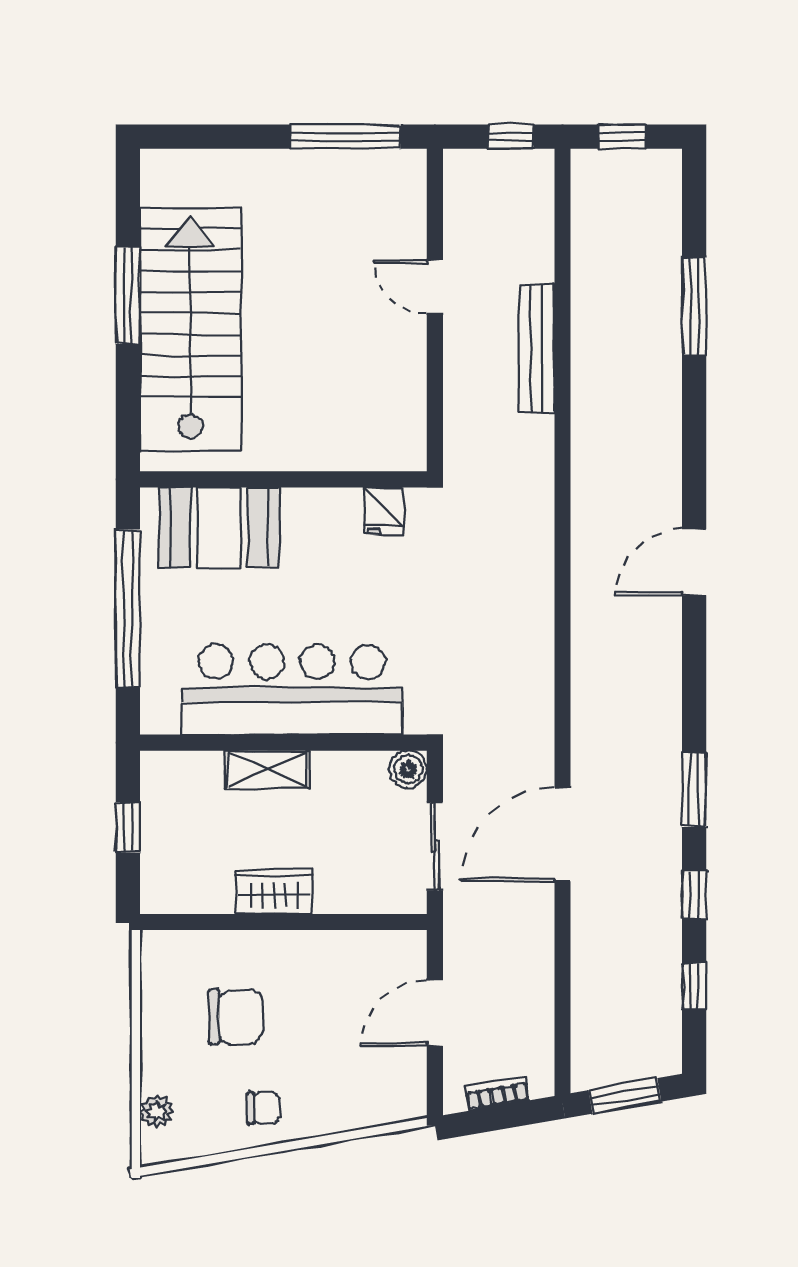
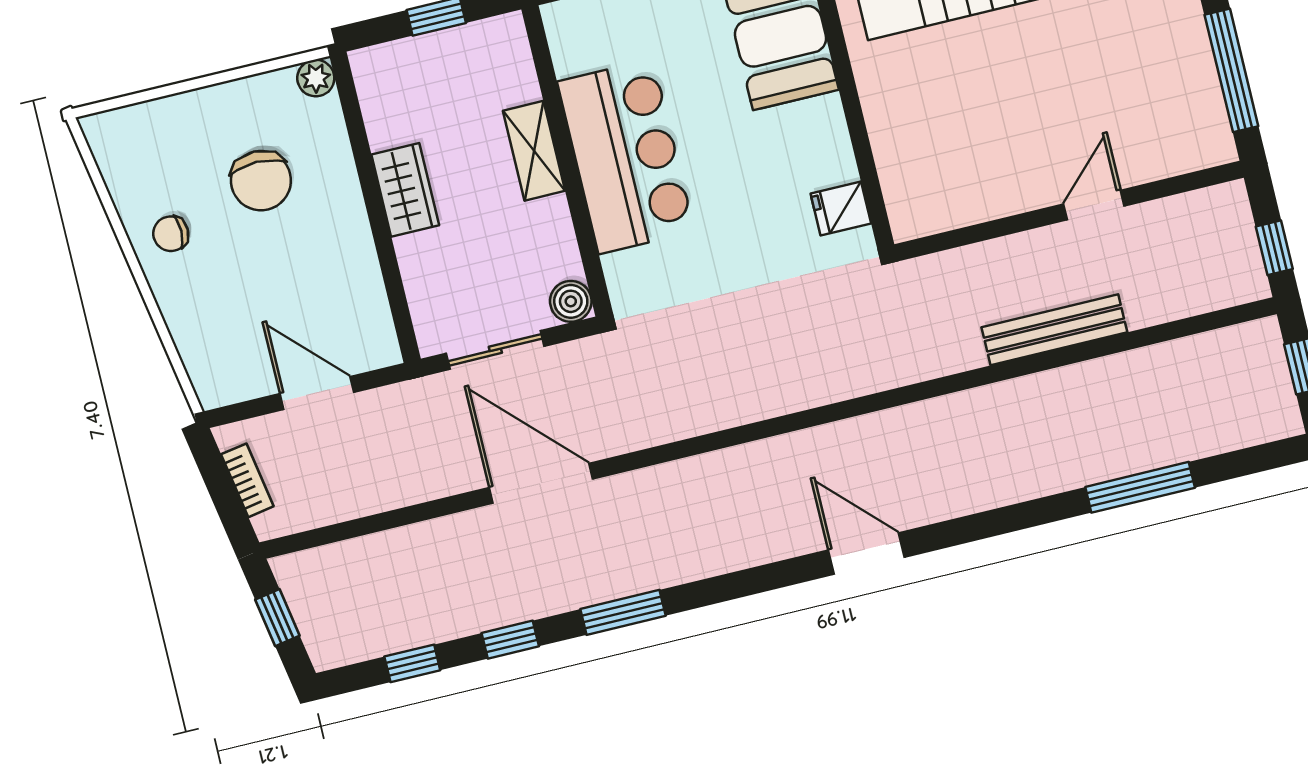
bar counter: (292, 690) -> (626, 156), width x0.73
window: (625, 1096) -> (277, 618), width x0.67
chair: (263, 1108) -> (171, 234), turned 90
plant: (157, 1111) -> (316, 78), moved

